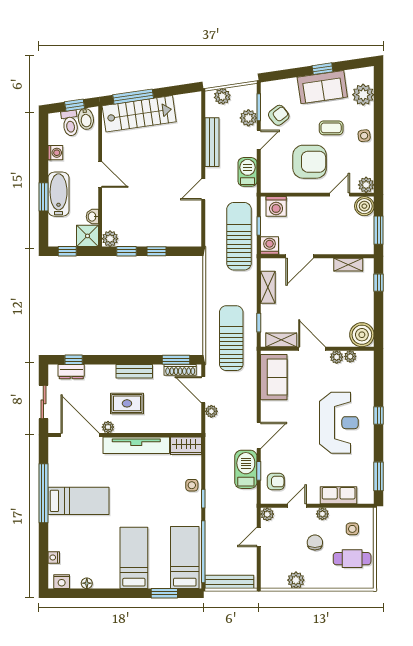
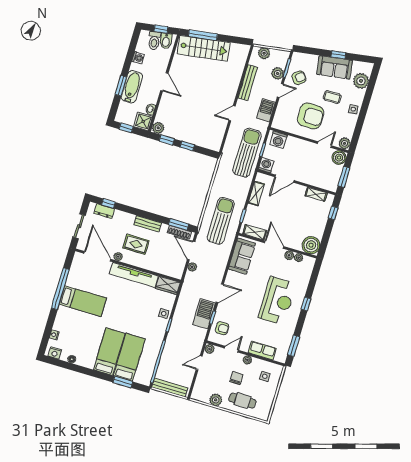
bed: (185, 558) -> (129, 357), moved
cafe table: (352, 559) -> (242, 401), moved

